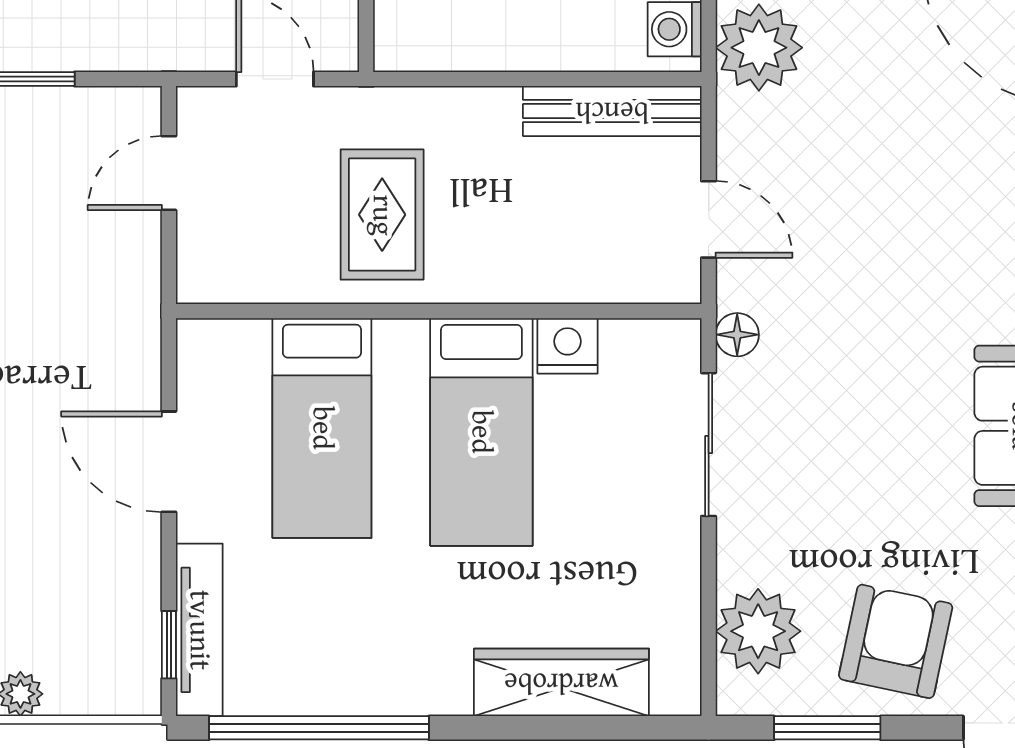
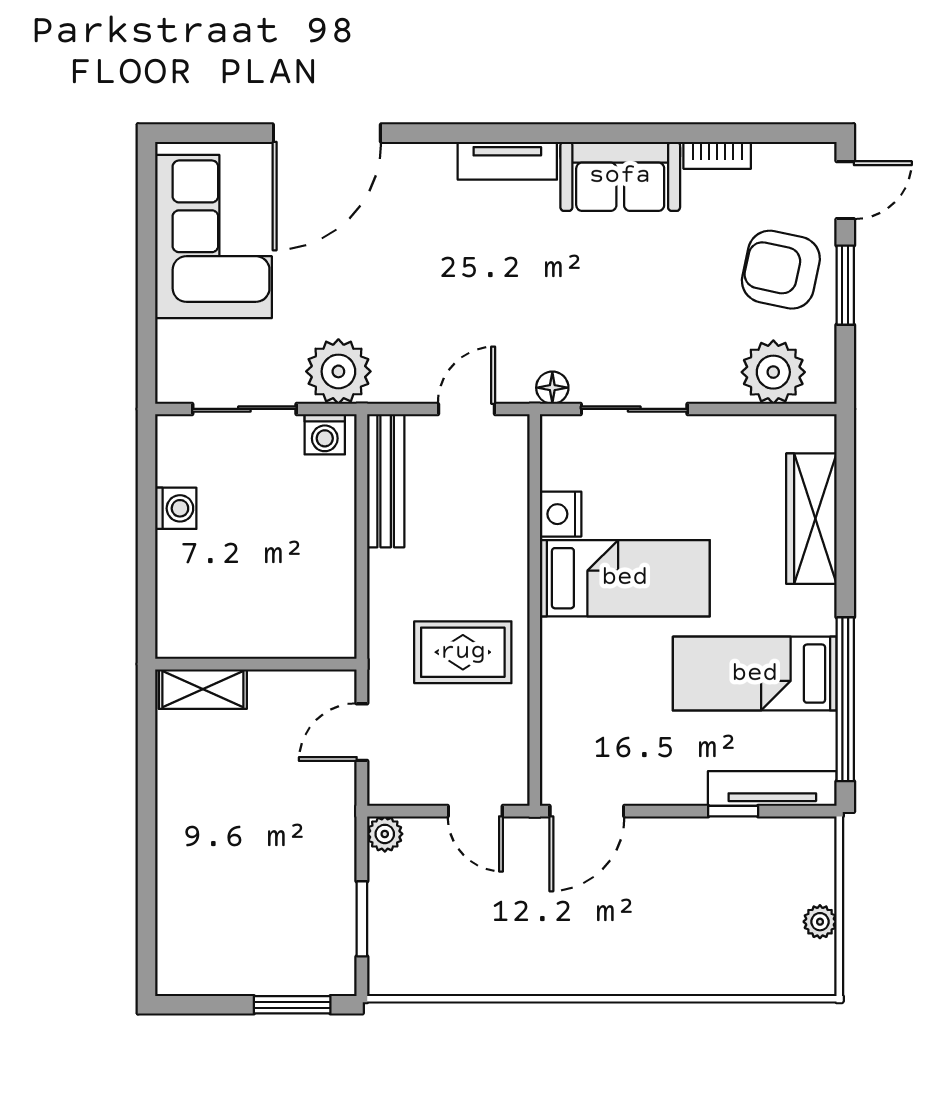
plant: (138, 110) -> (385, 834), added
door: (169, 173) -> (475, 811), moved
bed: (322, 428) -> (755, 674), moved, turned 180
door: (169, 462) -> (587, 811), moved
window: (169, 645) -> (733, 811), moved
window: (827, 728) -> (845, 285), moved

